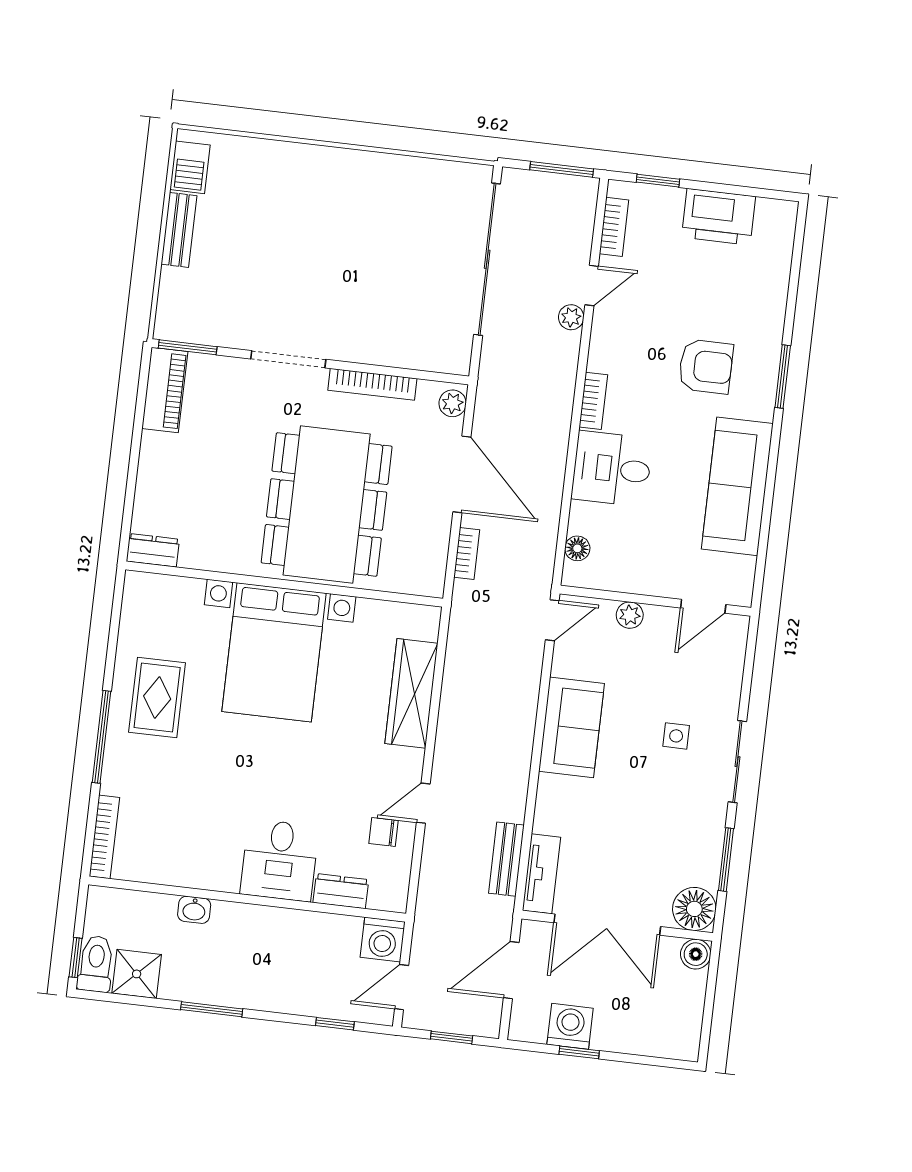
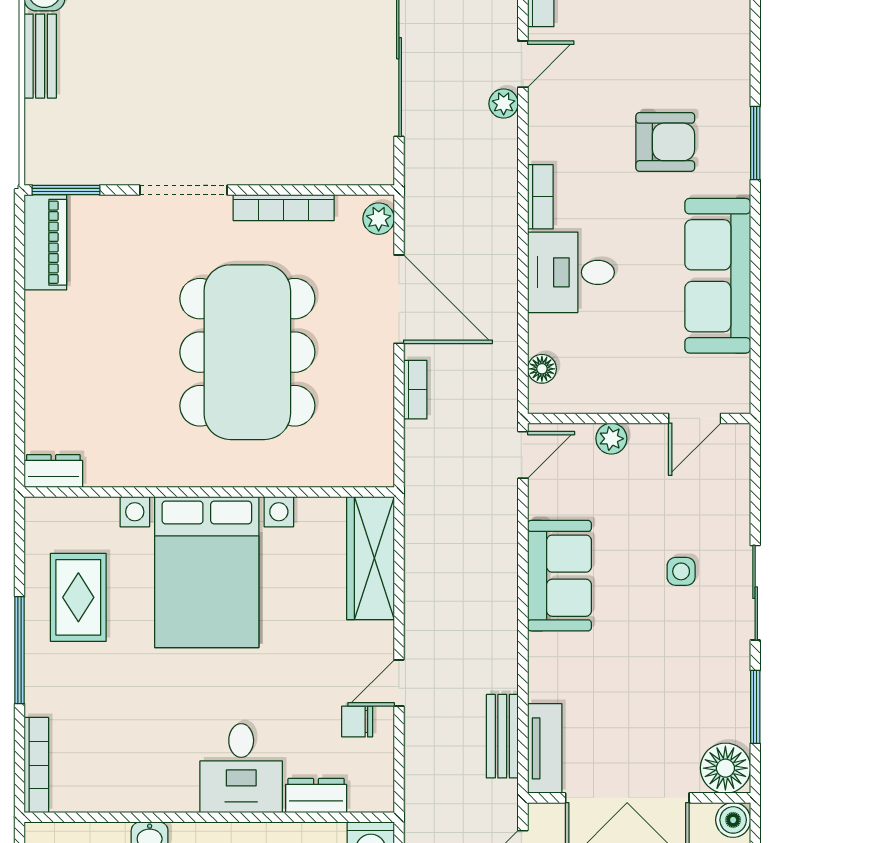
dresser: (153, 550) -> (53, 471), moved
wall: (284, 584) -> (209, 492), moved
bed with nightstands: (274, 652) -> (207, 572), moved

